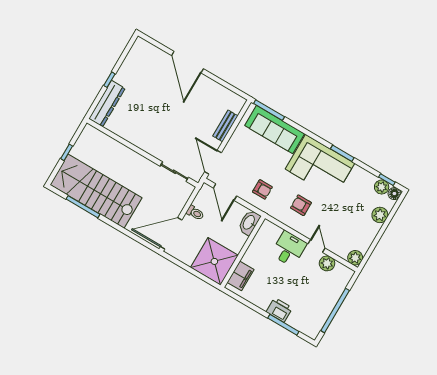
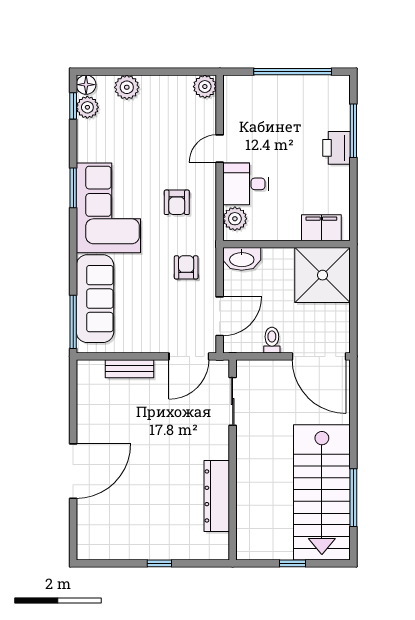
dresser: (107, 104) -> (217, 496), moved, turned -90
plant: (327, 263) -> (235, 219), moved

